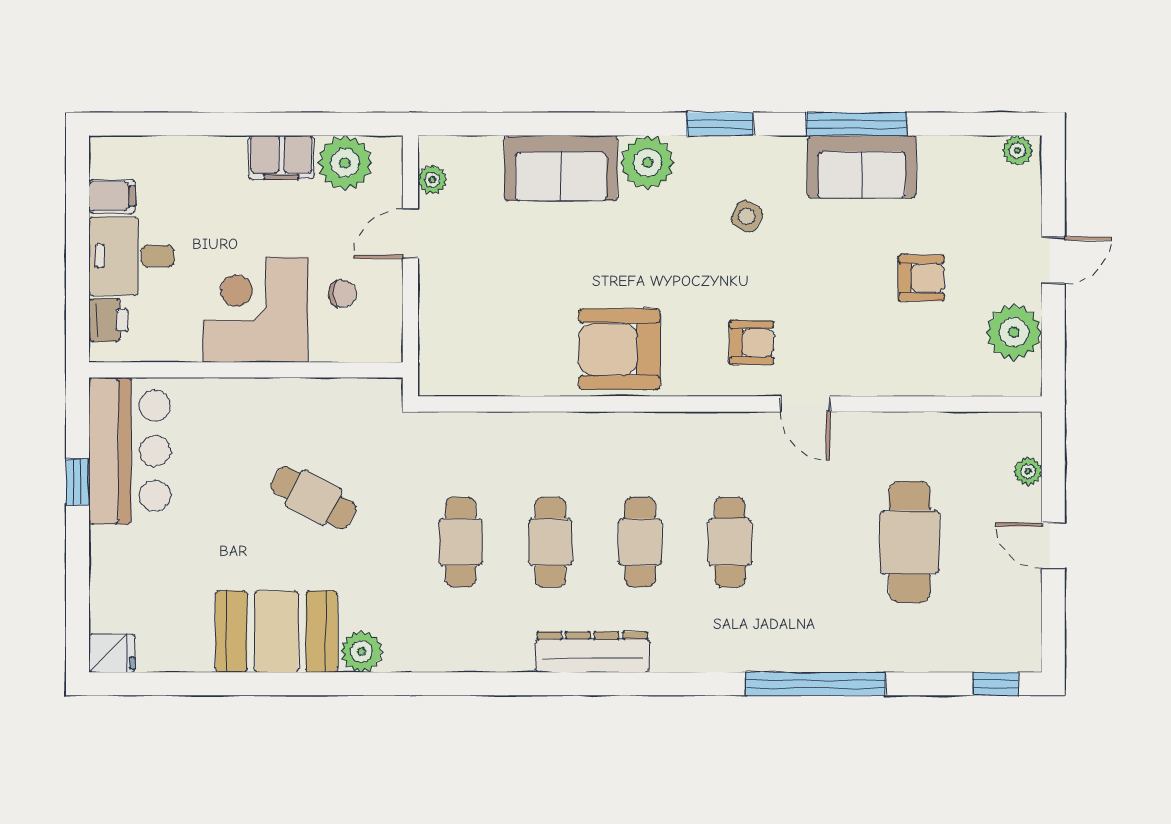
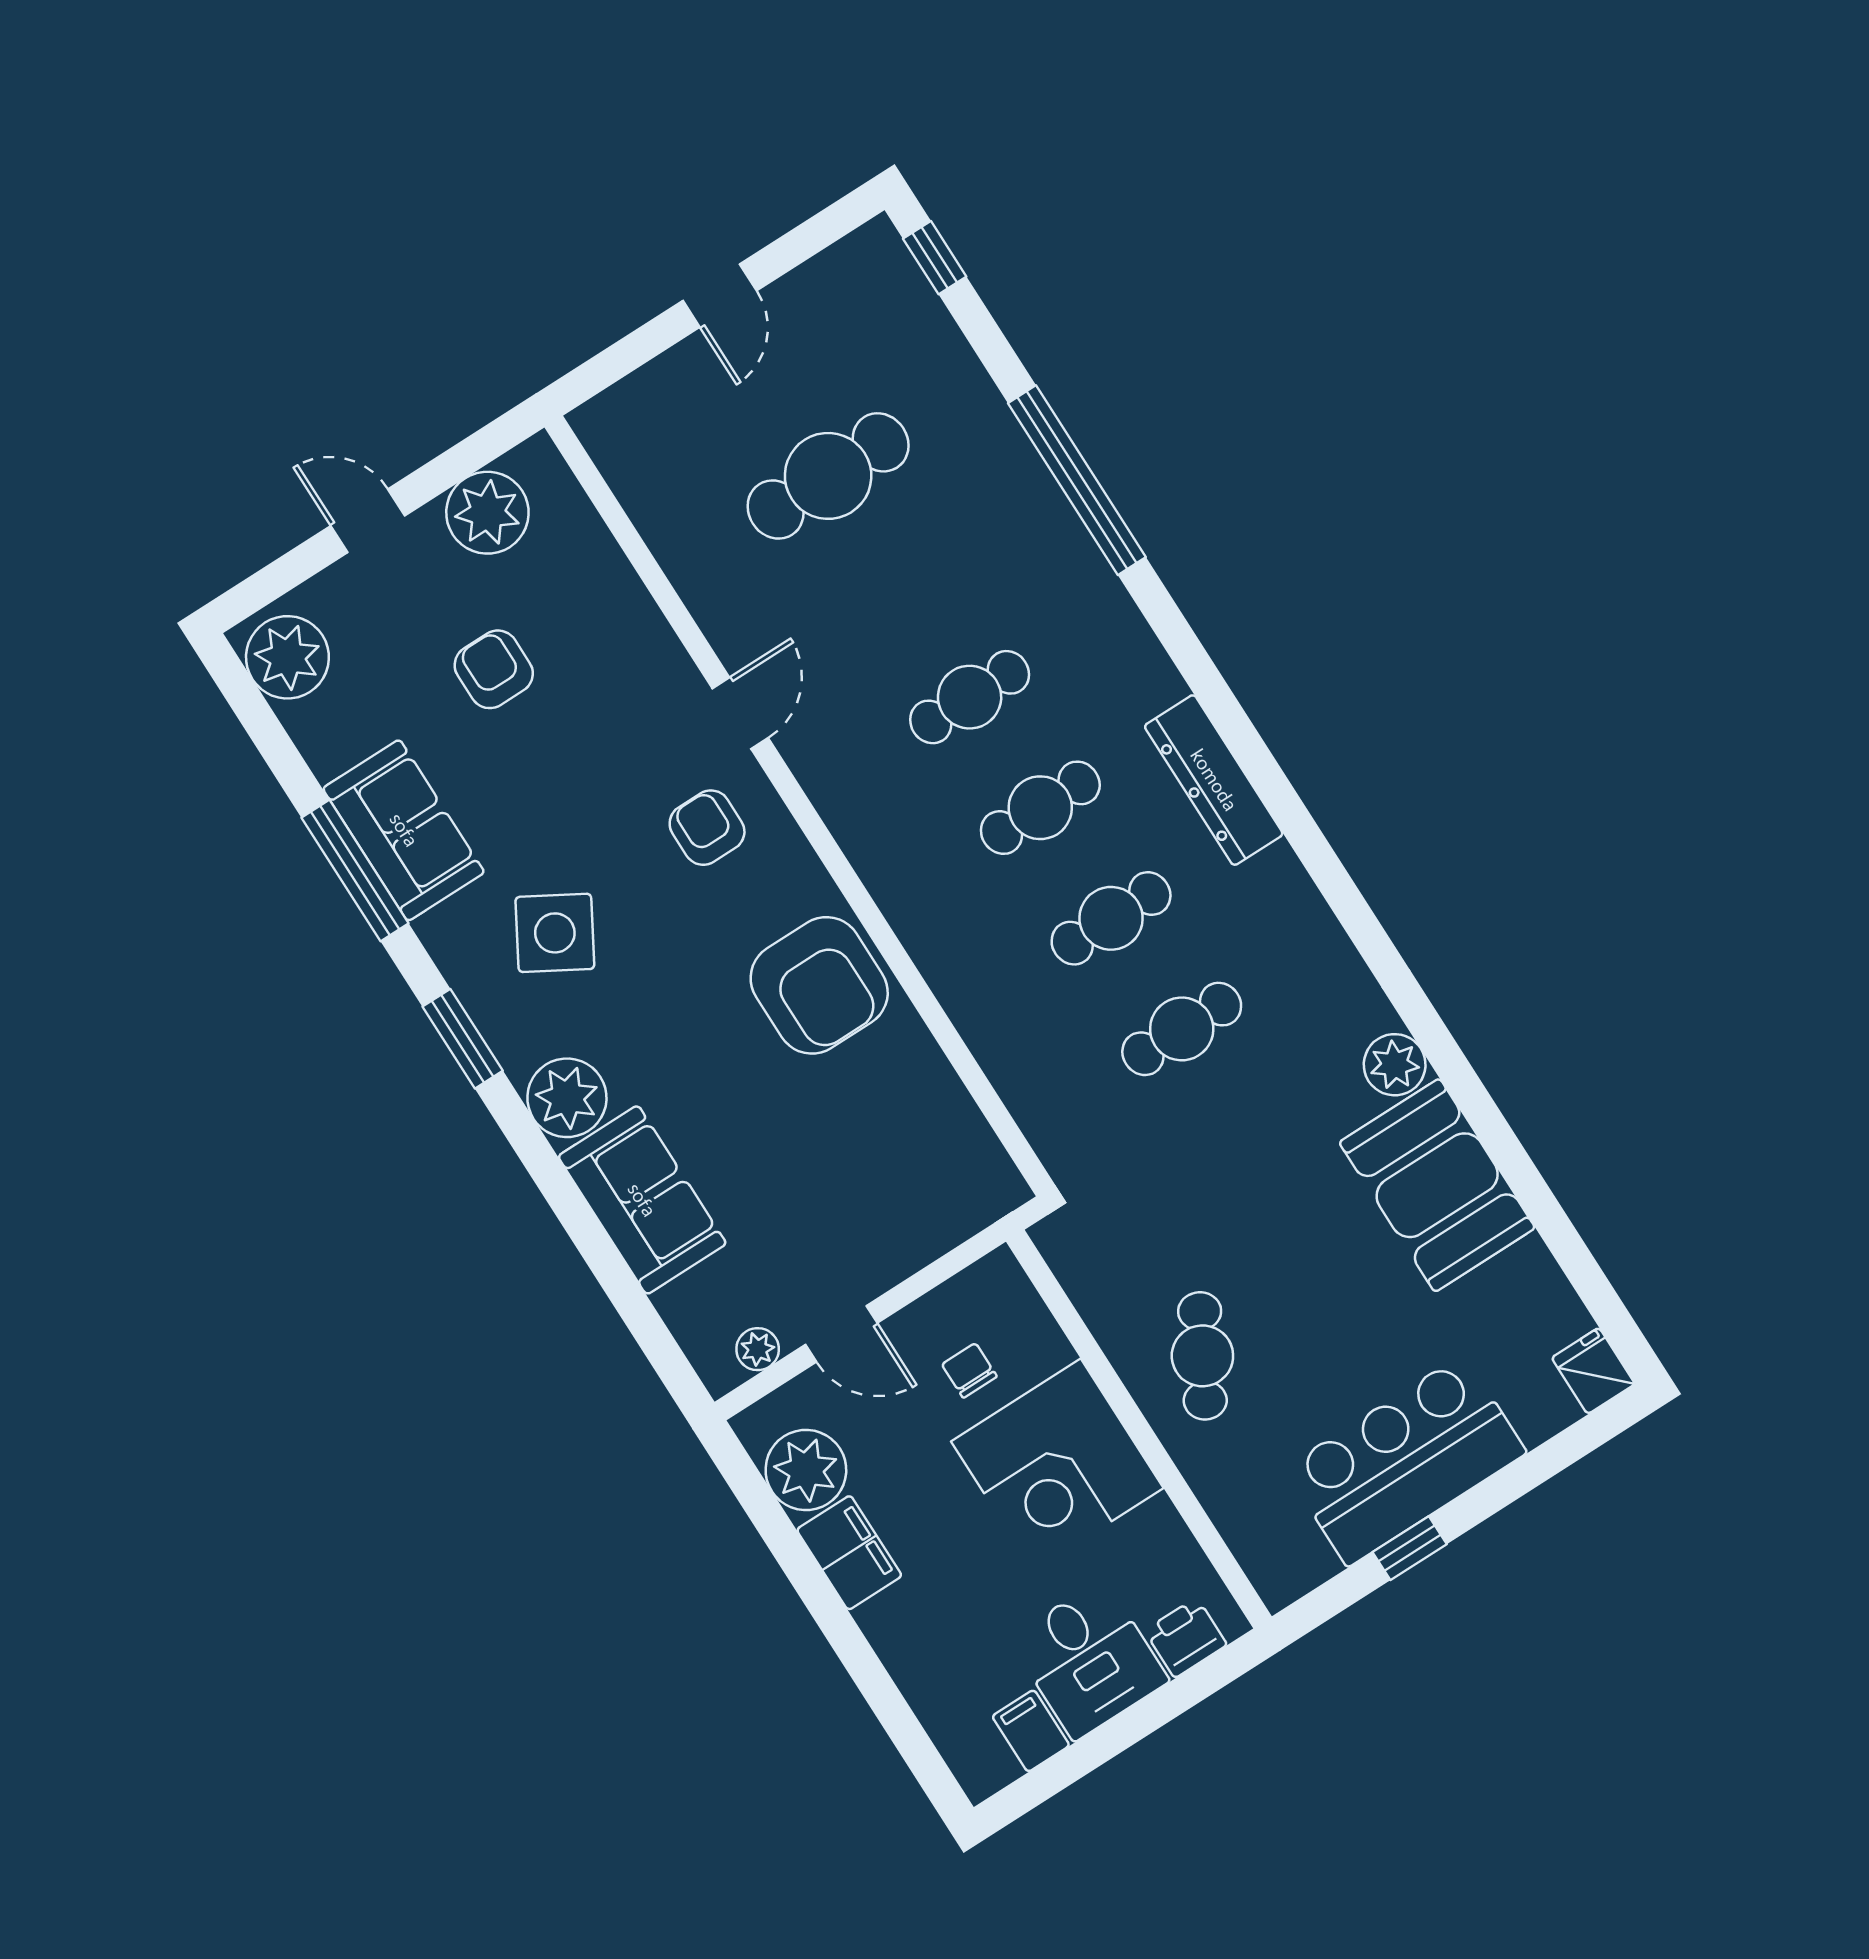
plant: (1017, 151) -> (287, 657), width x1.87, depth x1.87
side table: (747, 216) -> (555, 933), width x1.87, depth x1.87
bar counter: (130, 451) -> (1406, 1460), moved
plant: (1028, 471) -> (648, 386), removed
cafe table: (314, 498) -> (1202, 1356), moved

